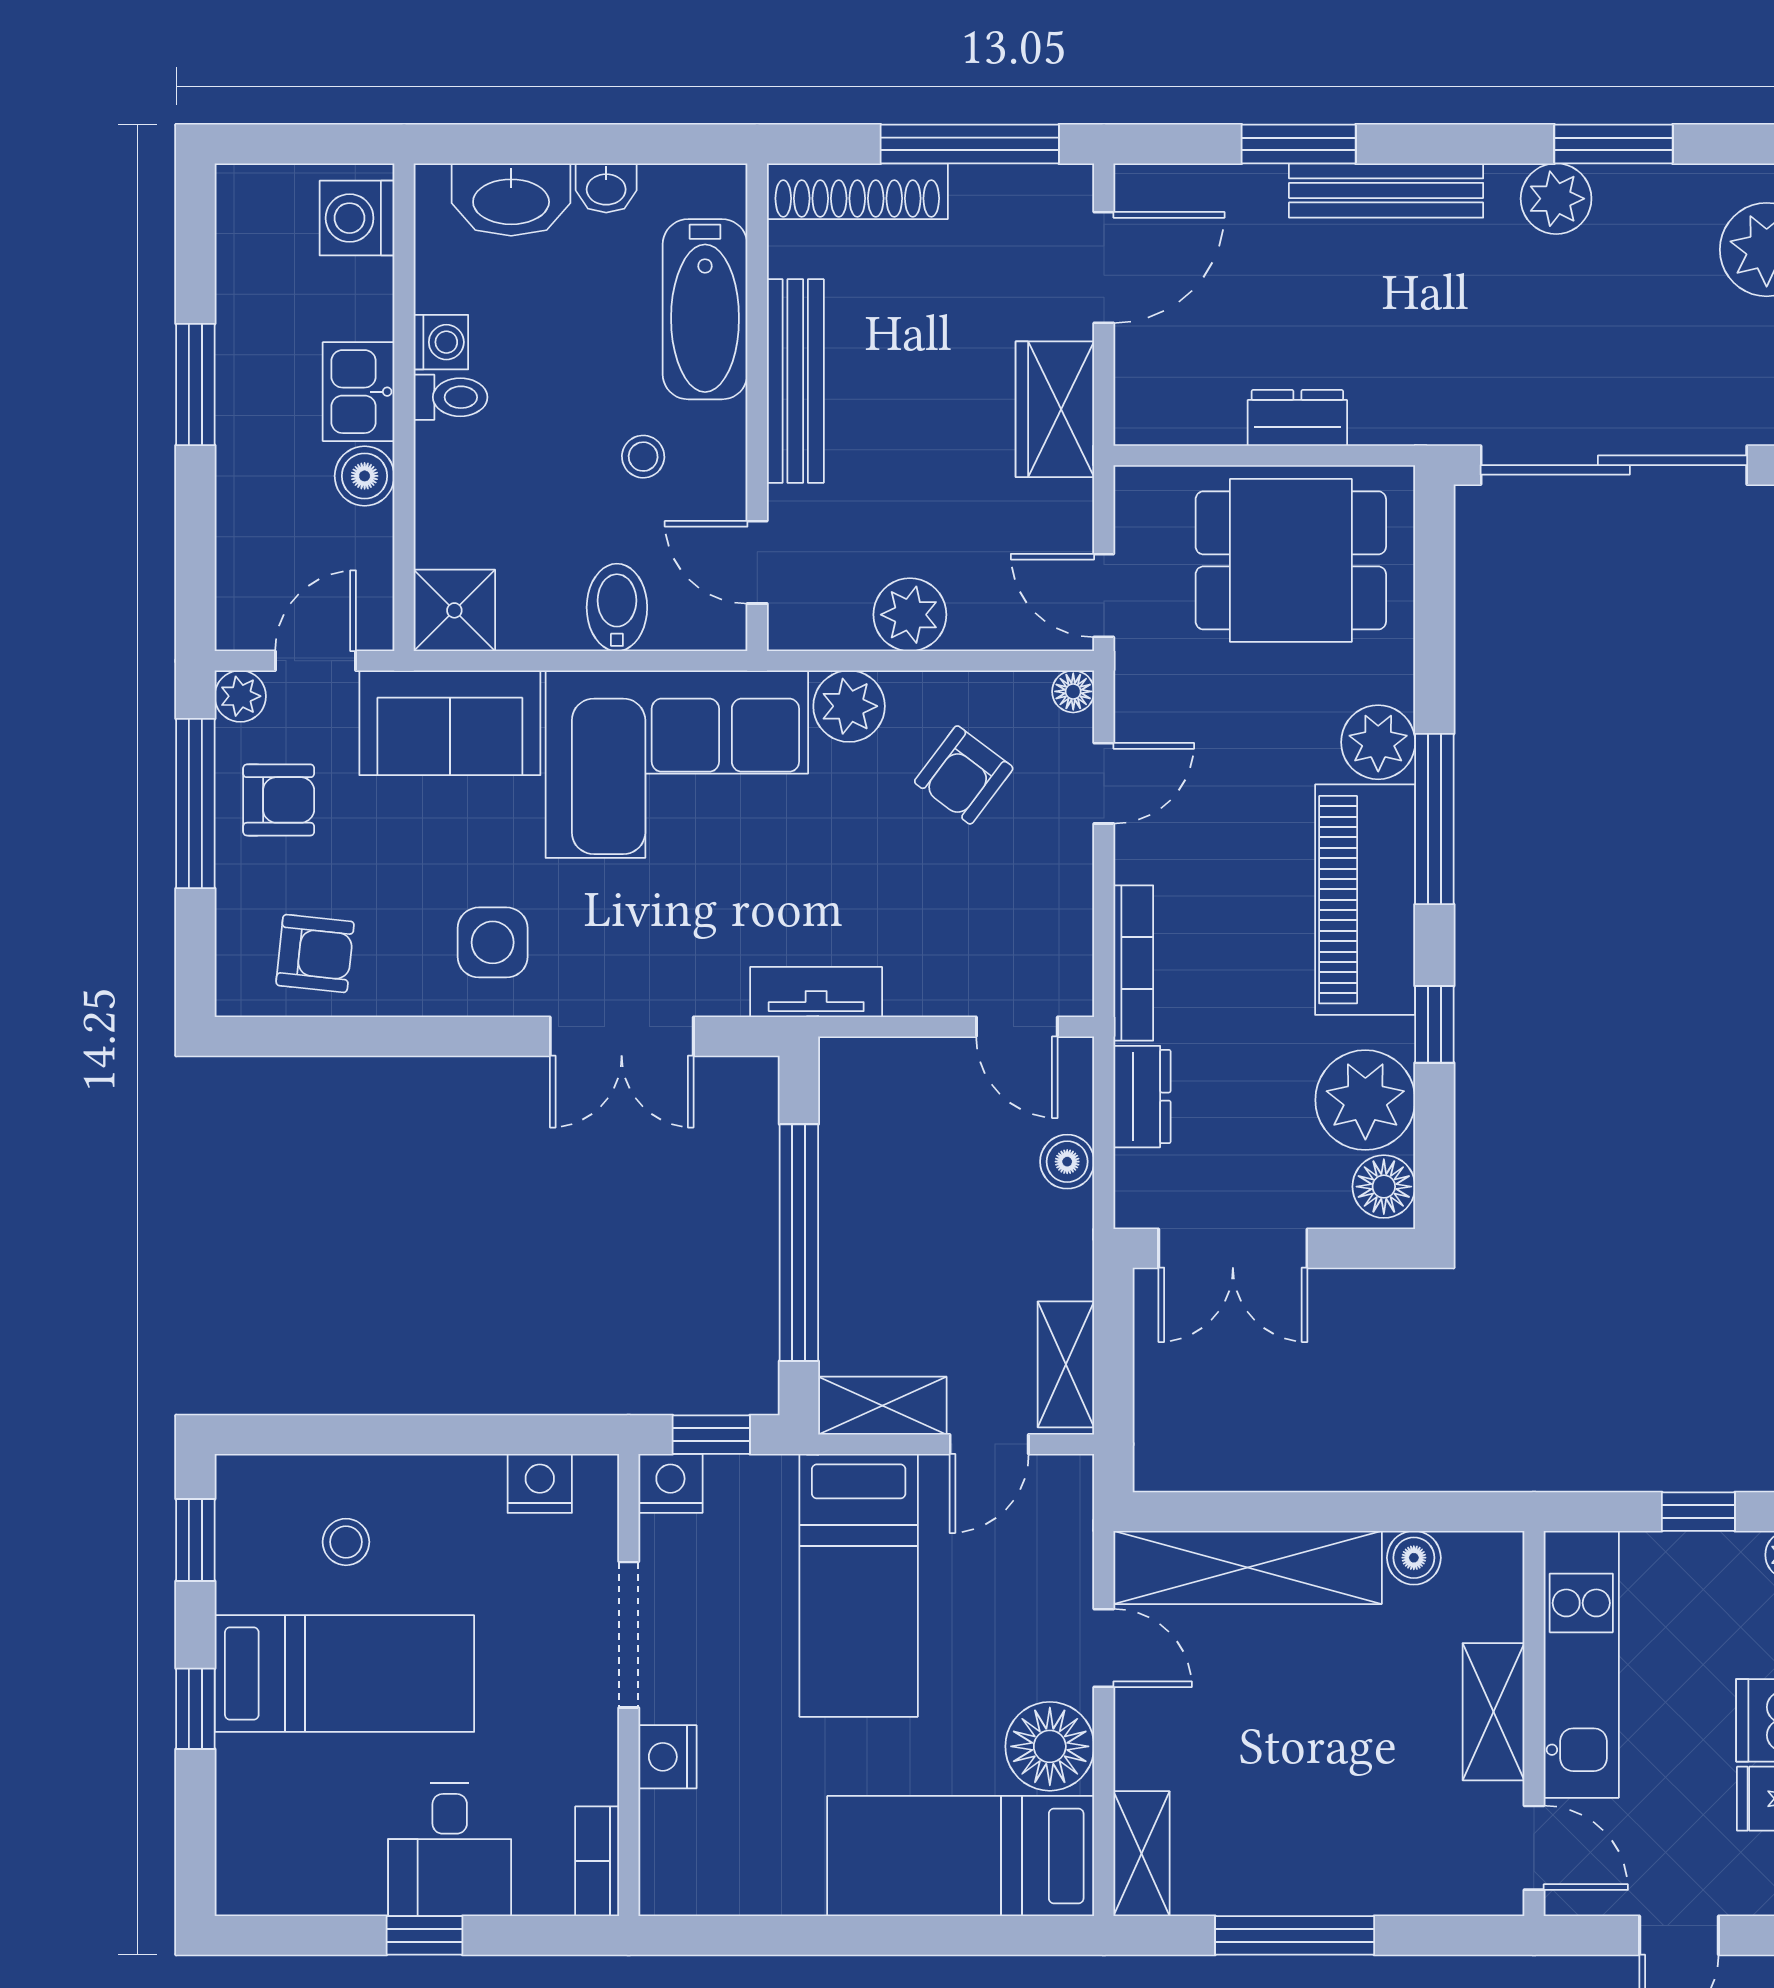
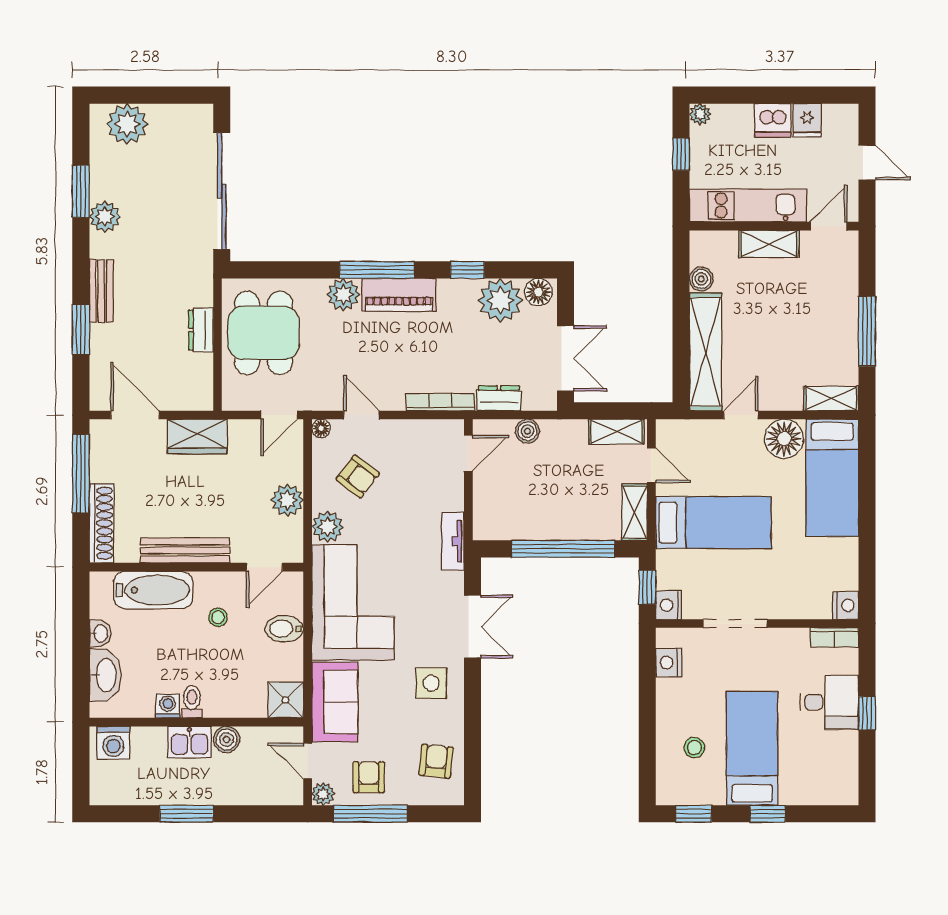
bench: (1386, 190) -> (101, 291), width x0.73
piano: (1365, 900) -> (399, 295), width x0.73, depth x0.75
nightstand: (667, 1757) -> (846, 605), moved, turned -90

